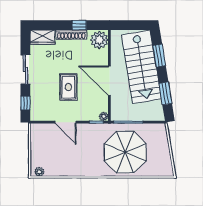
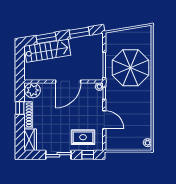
stairs: (141, 67) -> (47, 51), width x0.73, depth x0.66
rug: (68, 87) -> (83, 137), moved
door: (66, 122) -> (104, 120), hinge flipped

